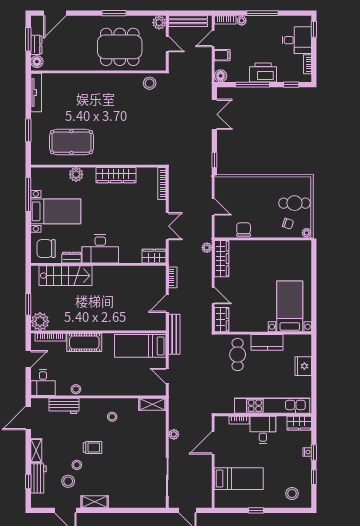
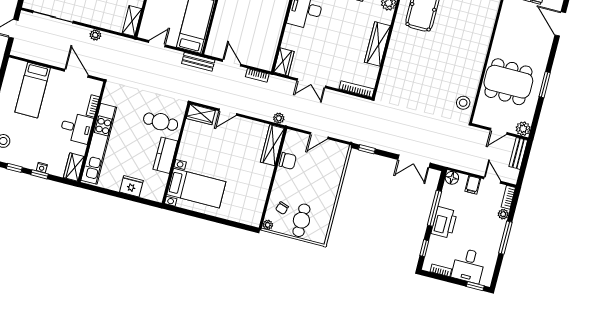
bench: (188, 21) -> (518, 153), width x0.73
dining table: (120, 47) -> (508, 82), turned 90
wardrobe: (221, 259) -> (272, 145), moved, turned 90
bench: (174, 334) -> (198, 62), width x0.73

